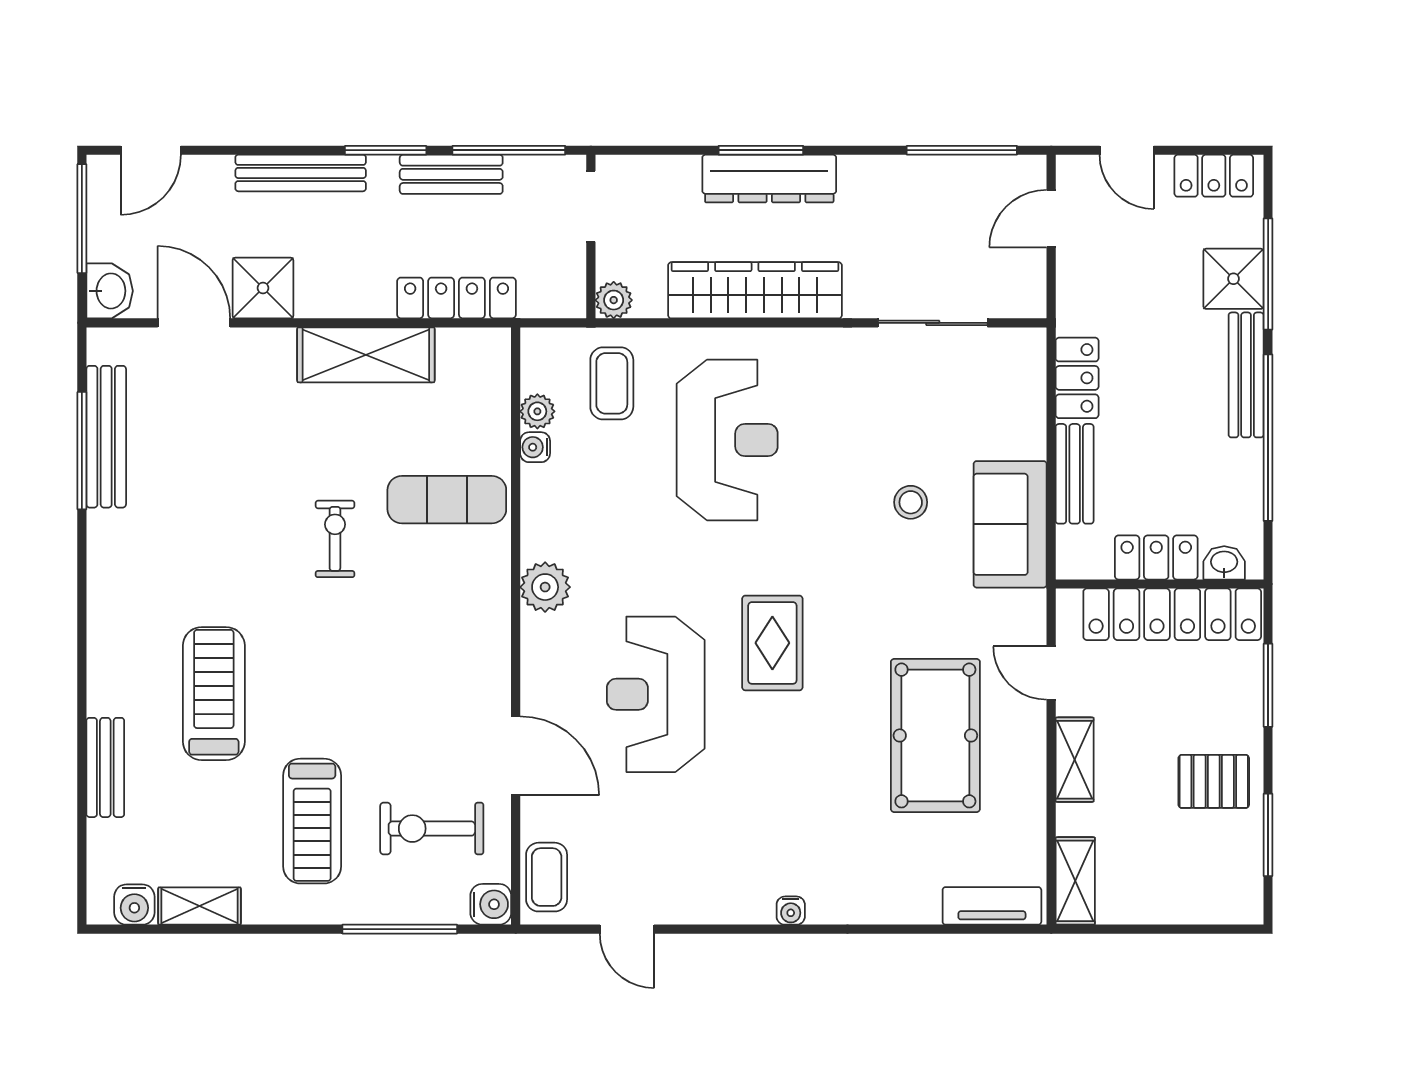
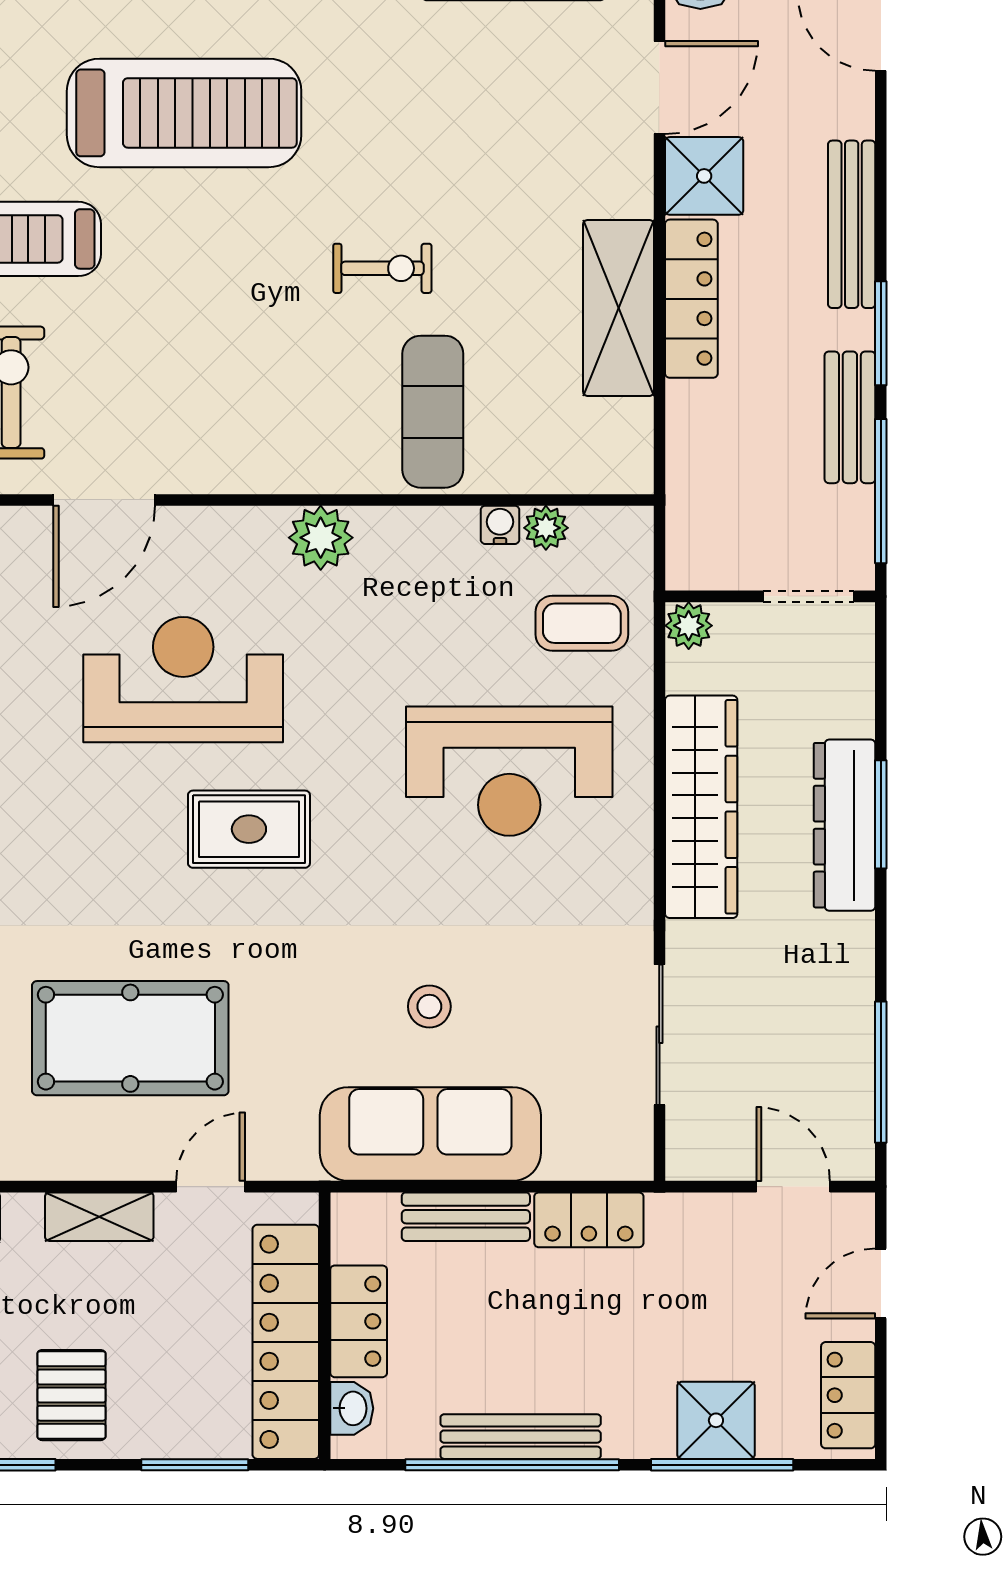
locker: (457, 298) -> (691, 299), moved
bench: (1246, 375) -> (521, 1437), moved
sofa: (1010, 524) -> (430, 1134), width x1.36
treadmill: (214, 694) -> (184, 113), width x1.37, depth x1.38

